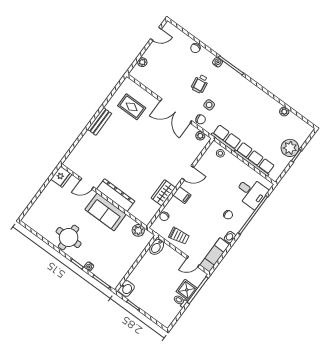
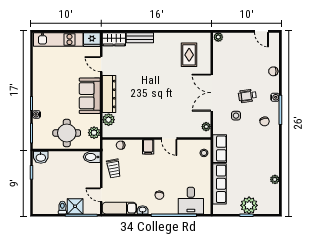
plant: (142, 62) -> (218, 37), moved
chair: (201, 119) -> (265, 121), moved
bench: (100, 121) -> (140, 38), moved
wardrobe: (163, 193) -> (114, 39), moved, turned 180
kitchen unit: (41, 204) -> (58, 39), added
plant: (136, 211) -> (109, 120), added
round table: (69, 238) -> (67, 133), moved

